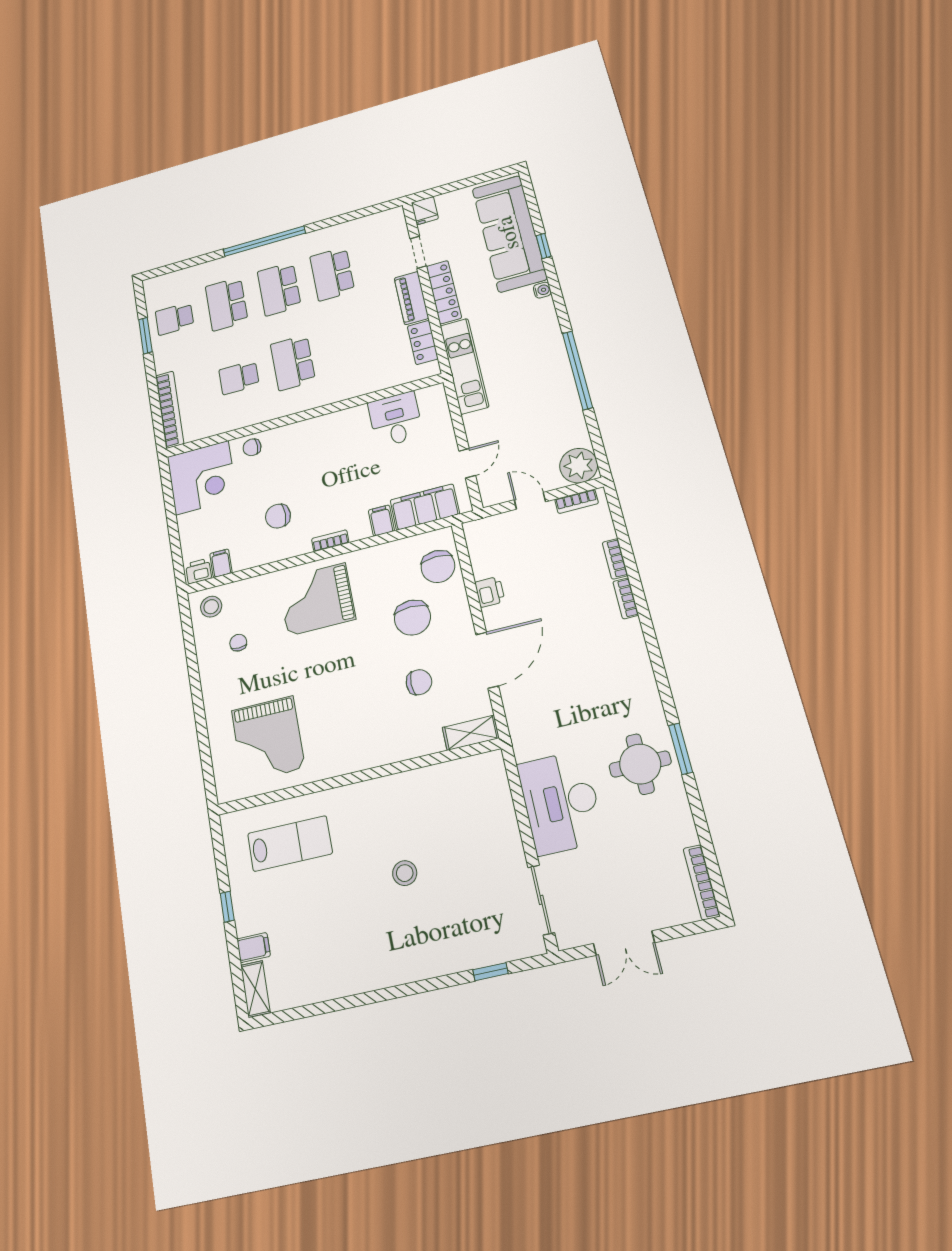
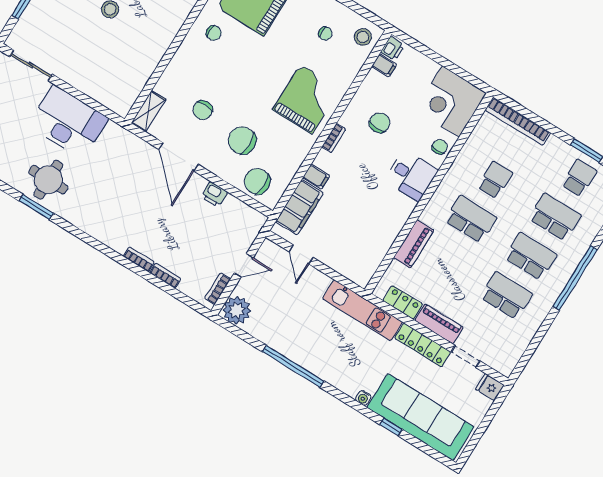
piano: (361, 384) -> (414, 244), added
desk: (395, 419) -> (411, 176), moved
chair: (333, 746) -> (214, 33), added

